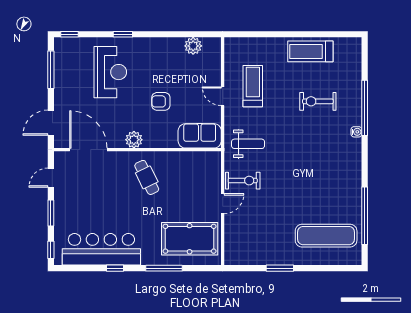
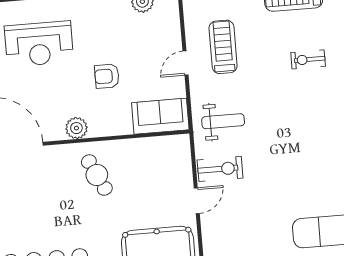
reception desk: (110, 72) -> (39, 44), turned 90
door: (223, 96) -> (185, 63), hinge flipped
exercise bike: (318, 101) -> (308, 59), width x0.73, depth x0.72

